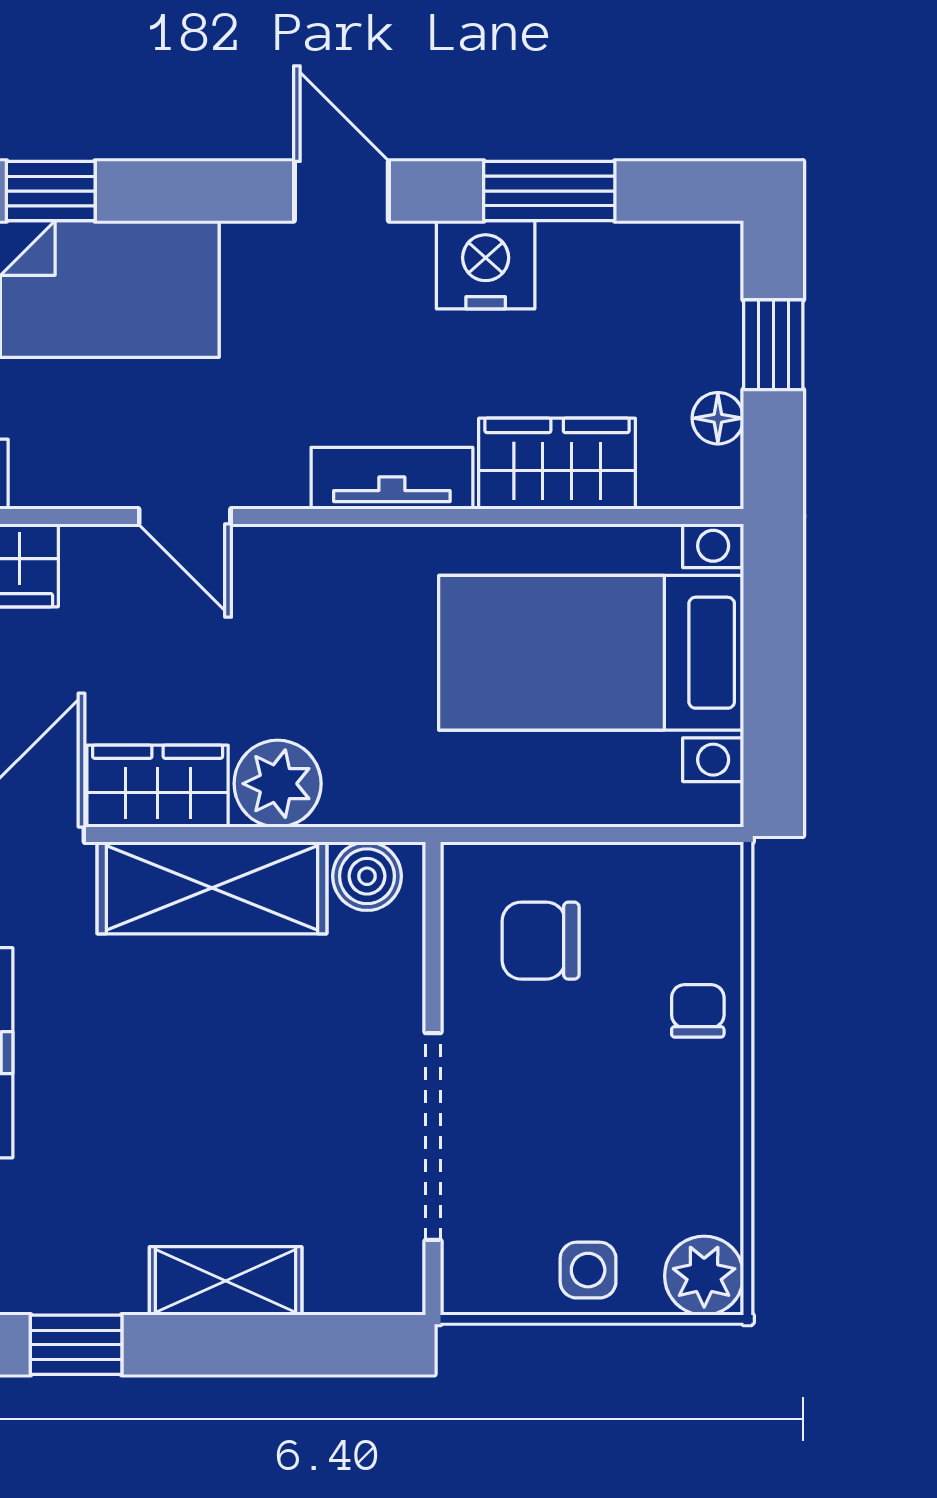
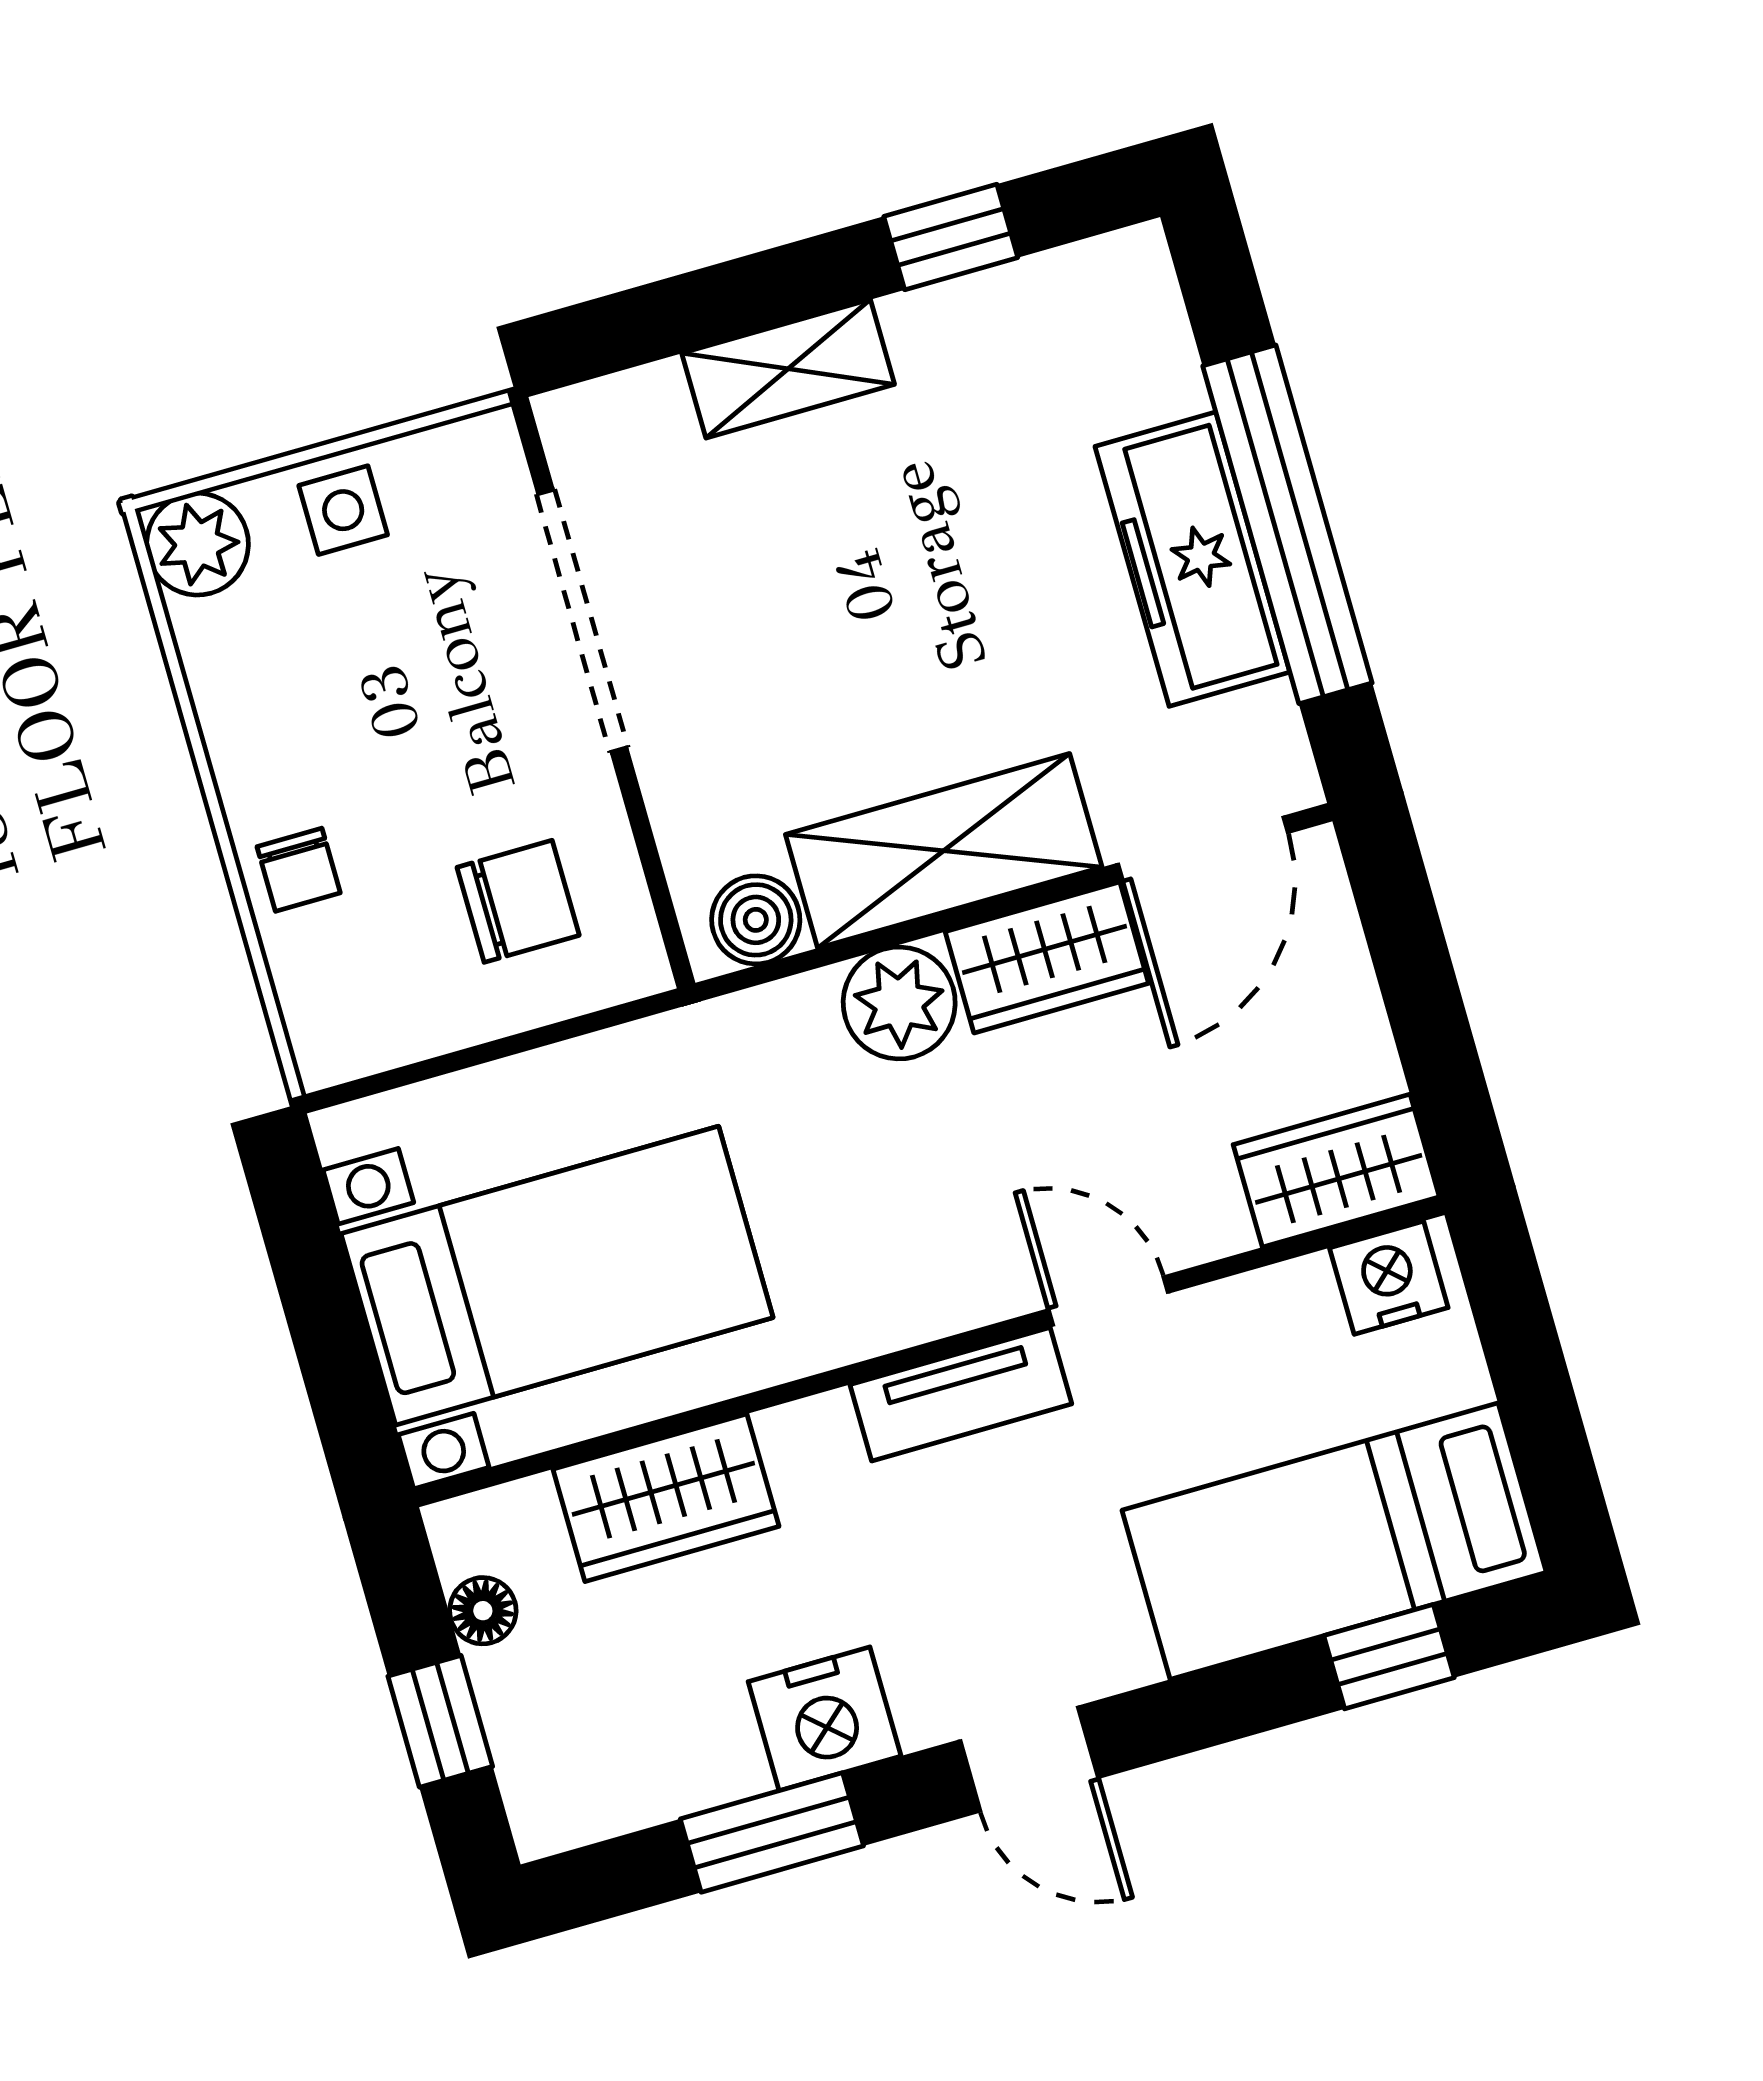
tv unit: (392, 478) -> (961, 1394), moved

